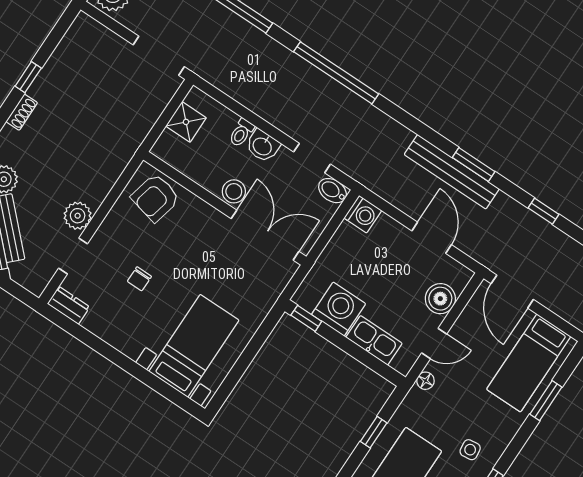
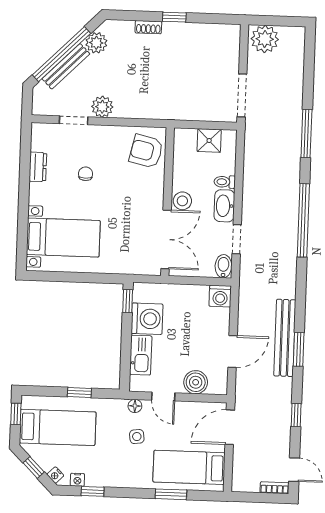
washbasin: (263, 146) -> (224, 206), width x1.38
chair: (139, 279) -> (86, 174), turned 90
dresser: (68, 305) -> (38, 167), moved
side table: (470, 450) -> (137, 437), moved

